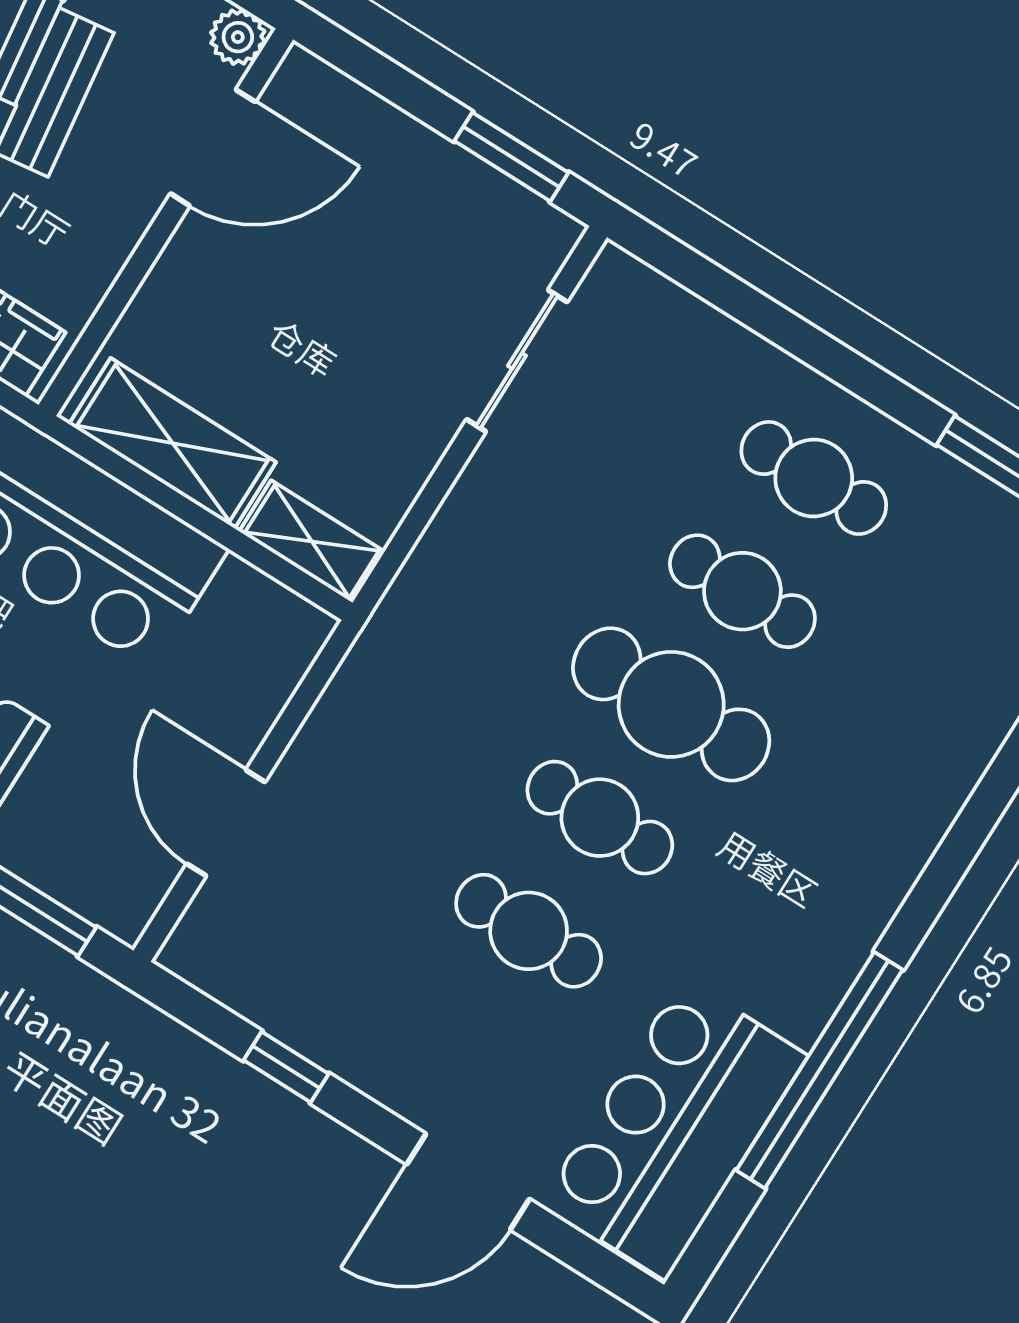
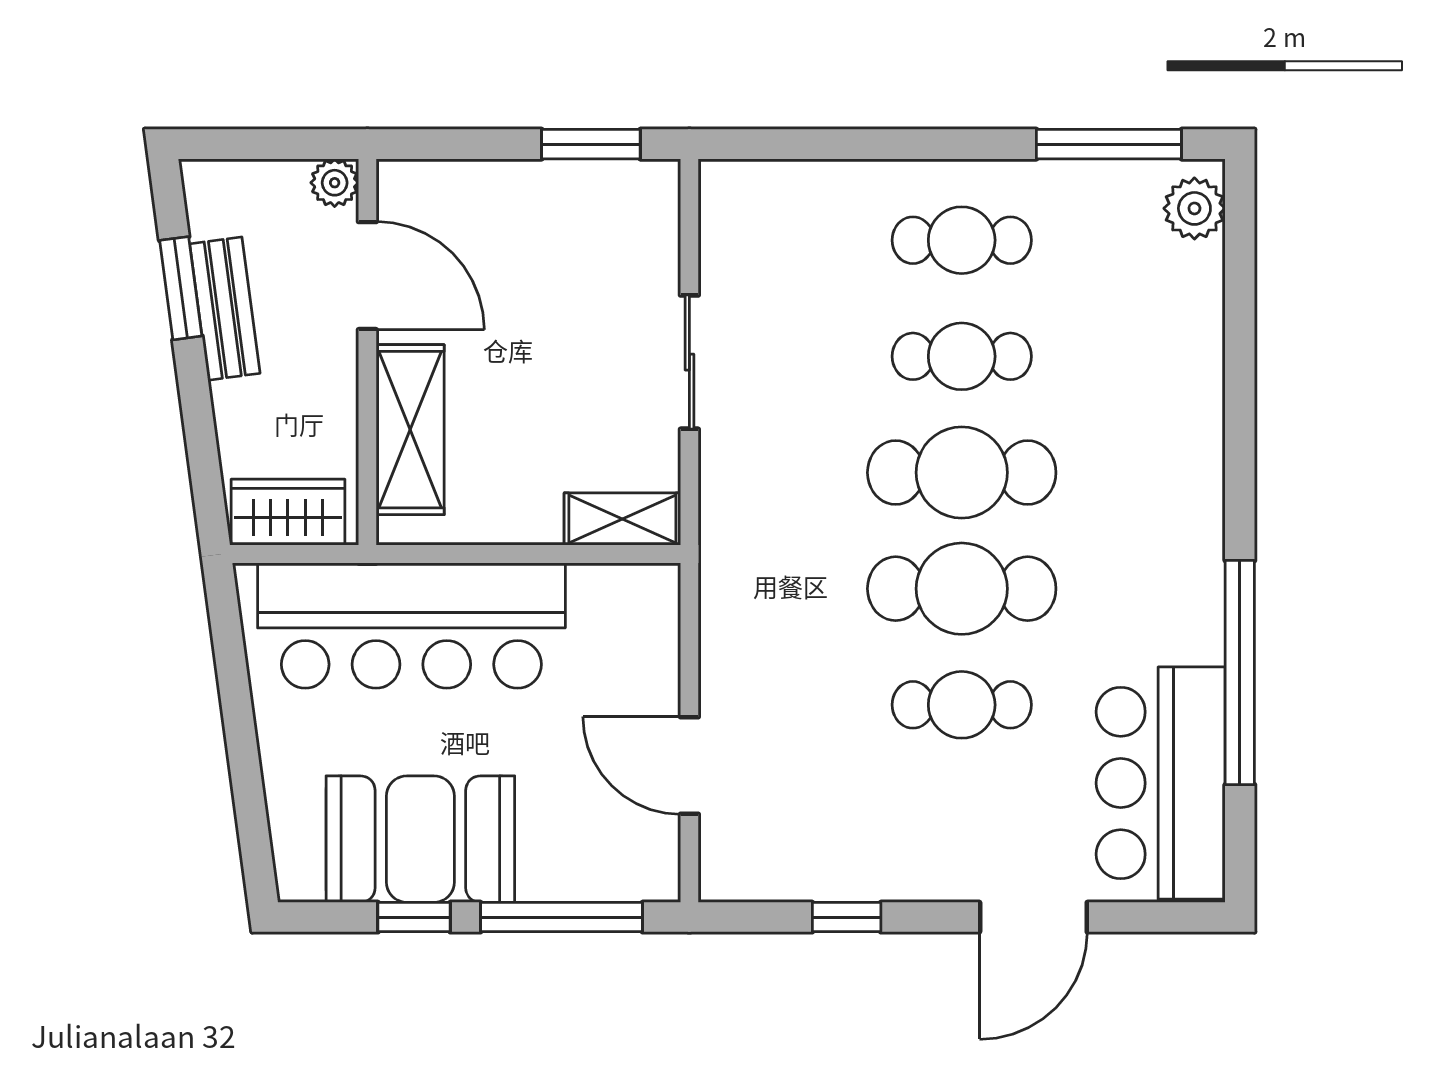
door: (213, 148) -> (367, 276), hinge flipped
sliding door: (517, 361) -> (689, 362), moved
shelving: (173, 443) -> (410, 430), moved, turned 90
cafe table: (600, 818) -> (962, 589), width x1.37, depth x1.35

